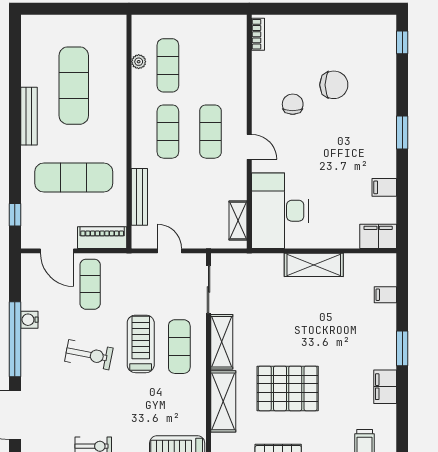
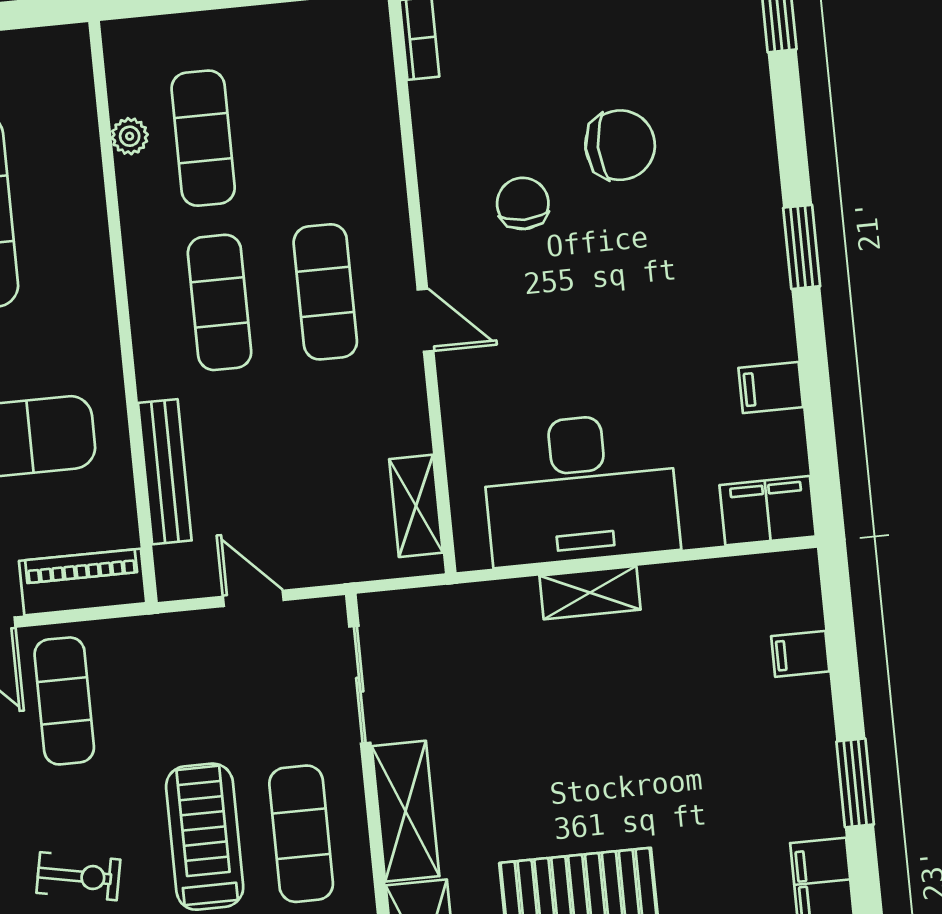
desk: (280, 211) -> (580, 489), moved, turned -90
shelving: (314, 265) -> (590, 593), width x0.67, depth x0.75
exercise bike: (89, 355) -> (78, 876), width x0.73, depth x0.72

